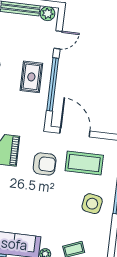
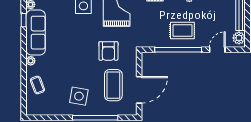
door: (58, 40) -> (217, 50), swing flipped
door: (75, 132) -> (139, 90), moved

